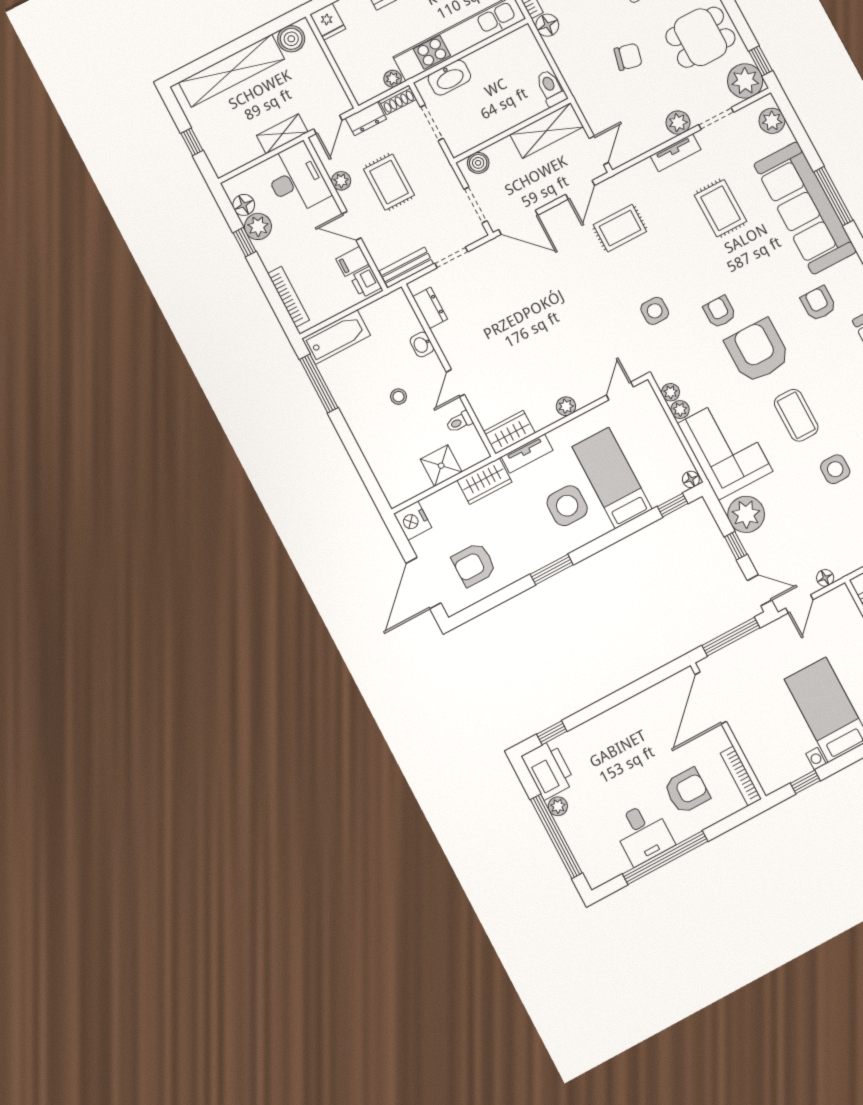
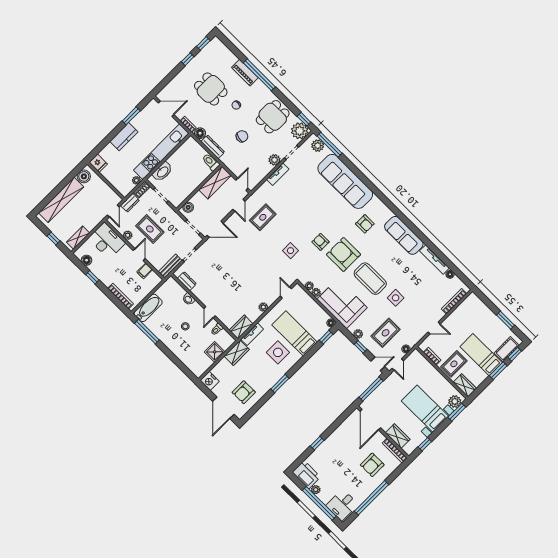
dresser: (564, 59) -> (213, 147), added
shelving: (282, 134) -> (78, 238), moved
window: (833, 196) -> (330, 145), moved
rug: (721, 208) -> (386, 333), moved, turned 90
plant: (258, 226) -> (96, 268), removed
door: (352, 226) -> (139, 255), swing flipped
printer: (366, 282) -> (154, 278), removed
armchair: (818, 303) -> (365, 224), turned 180
coffee table: (796, 415) -> (370, 279), width x1.36, depth x1.32
plant: (746, 514) -> (358, 334), width x0.53, depth x0.53
window: (552, 733) -> (317, 443), moved
wardrobe: (755, 748) -> (398, 436), added
armchair: (687, 791) -> (372, 465), turned 180
desk: (643, 833) -> (342, 505), moved, turned 90

